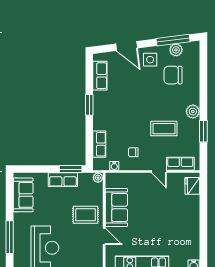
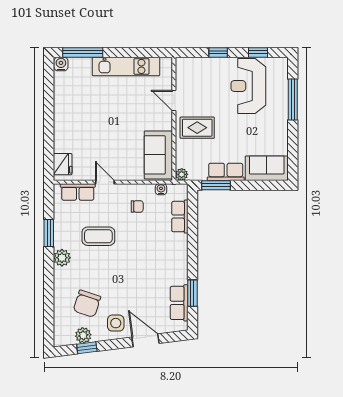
window: (173, 40) -> (87, 348), width x0.46
chair: (173, 75) -> (87, 304), turned 108
window: (89, 105) -> (192, 293), moved
sofa: (23, 195) -> (267, 168), moved, turned 90
sofa: (116, 208) -> (158, 155), moved

